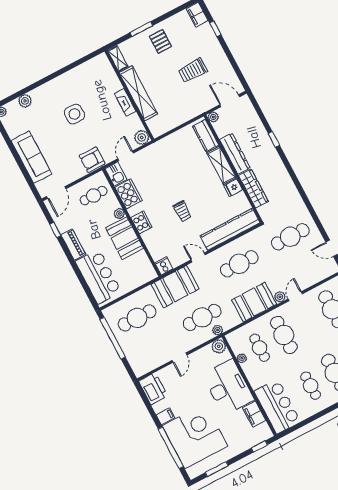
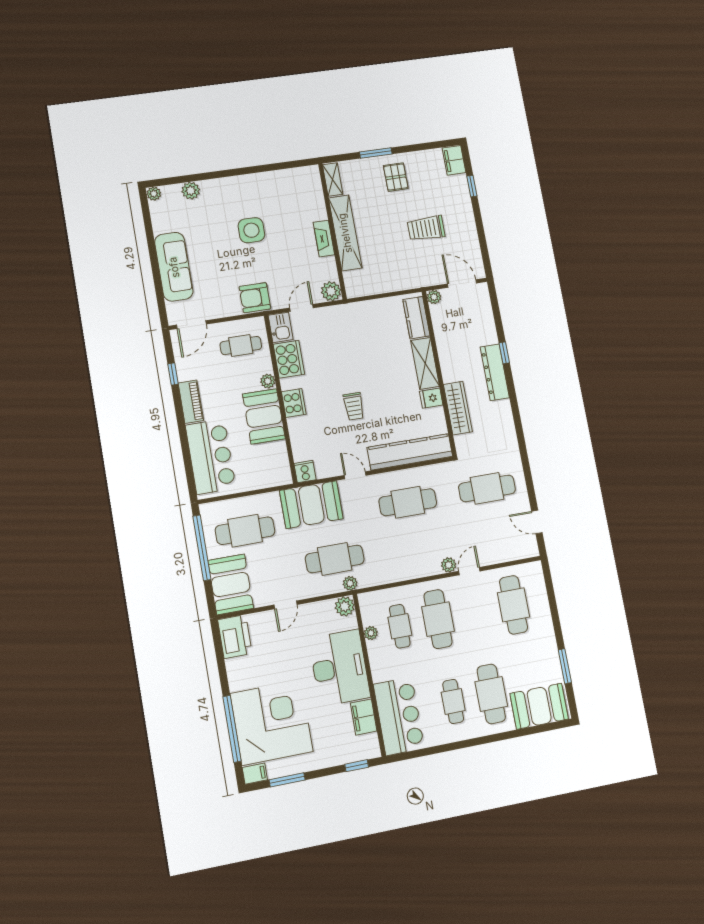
dresser: (235, 154) -> (495, 372), moved, turned 180
booth: (254, 302) -> (231, 584), moved, turned 90
filing cabinet: (165, 416) -> (255, 774), moved

